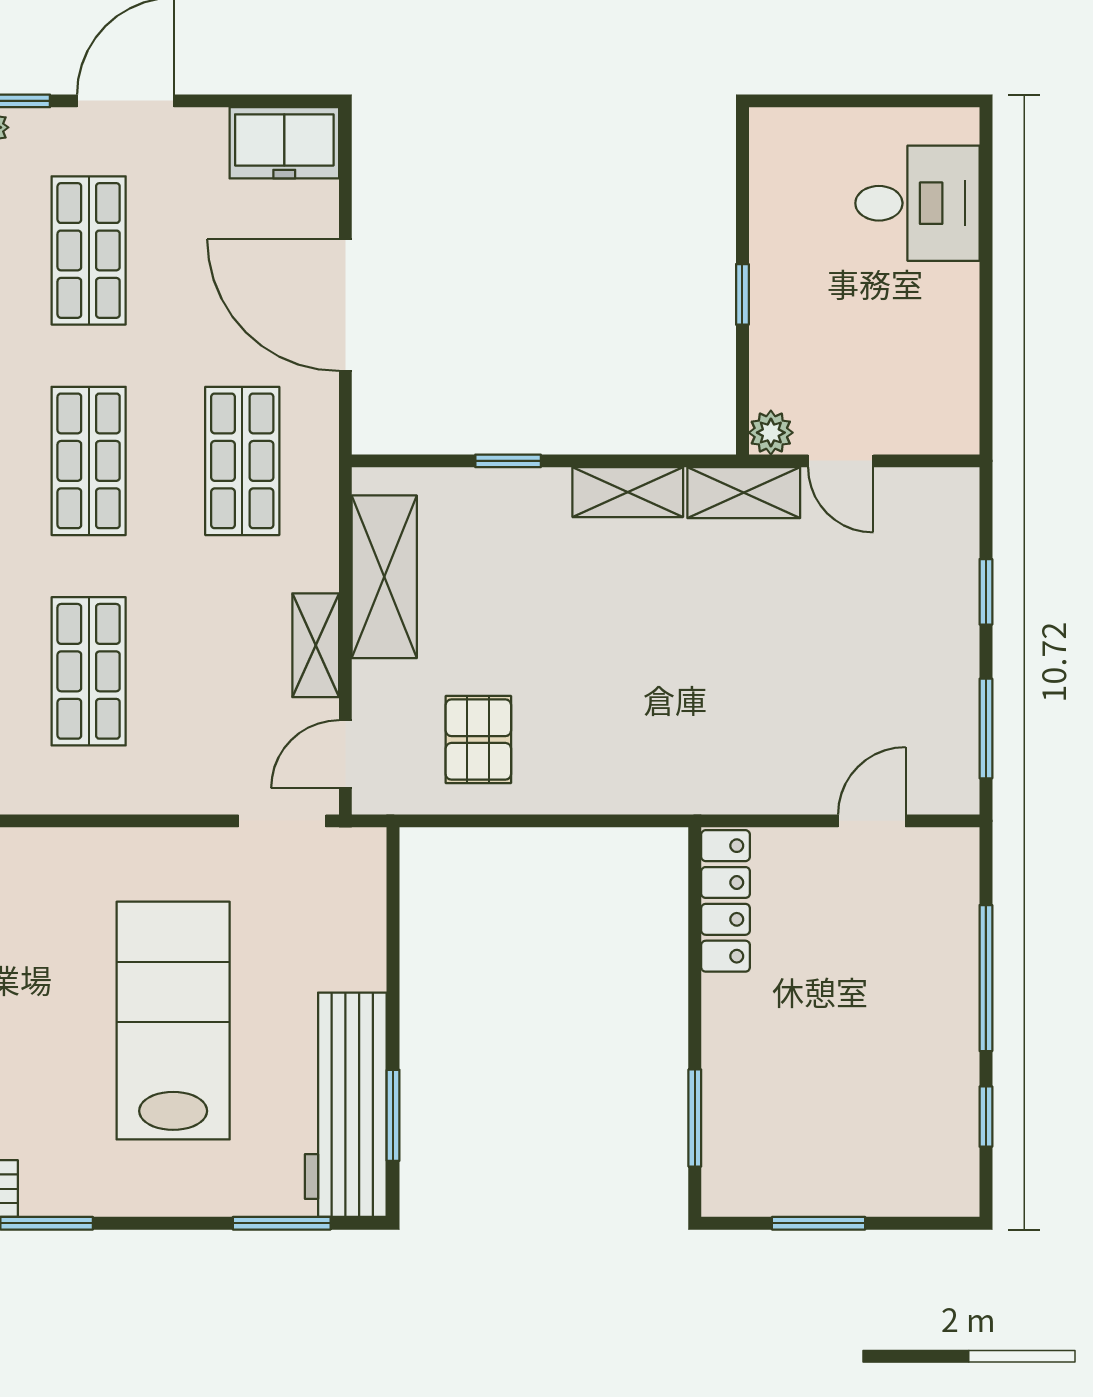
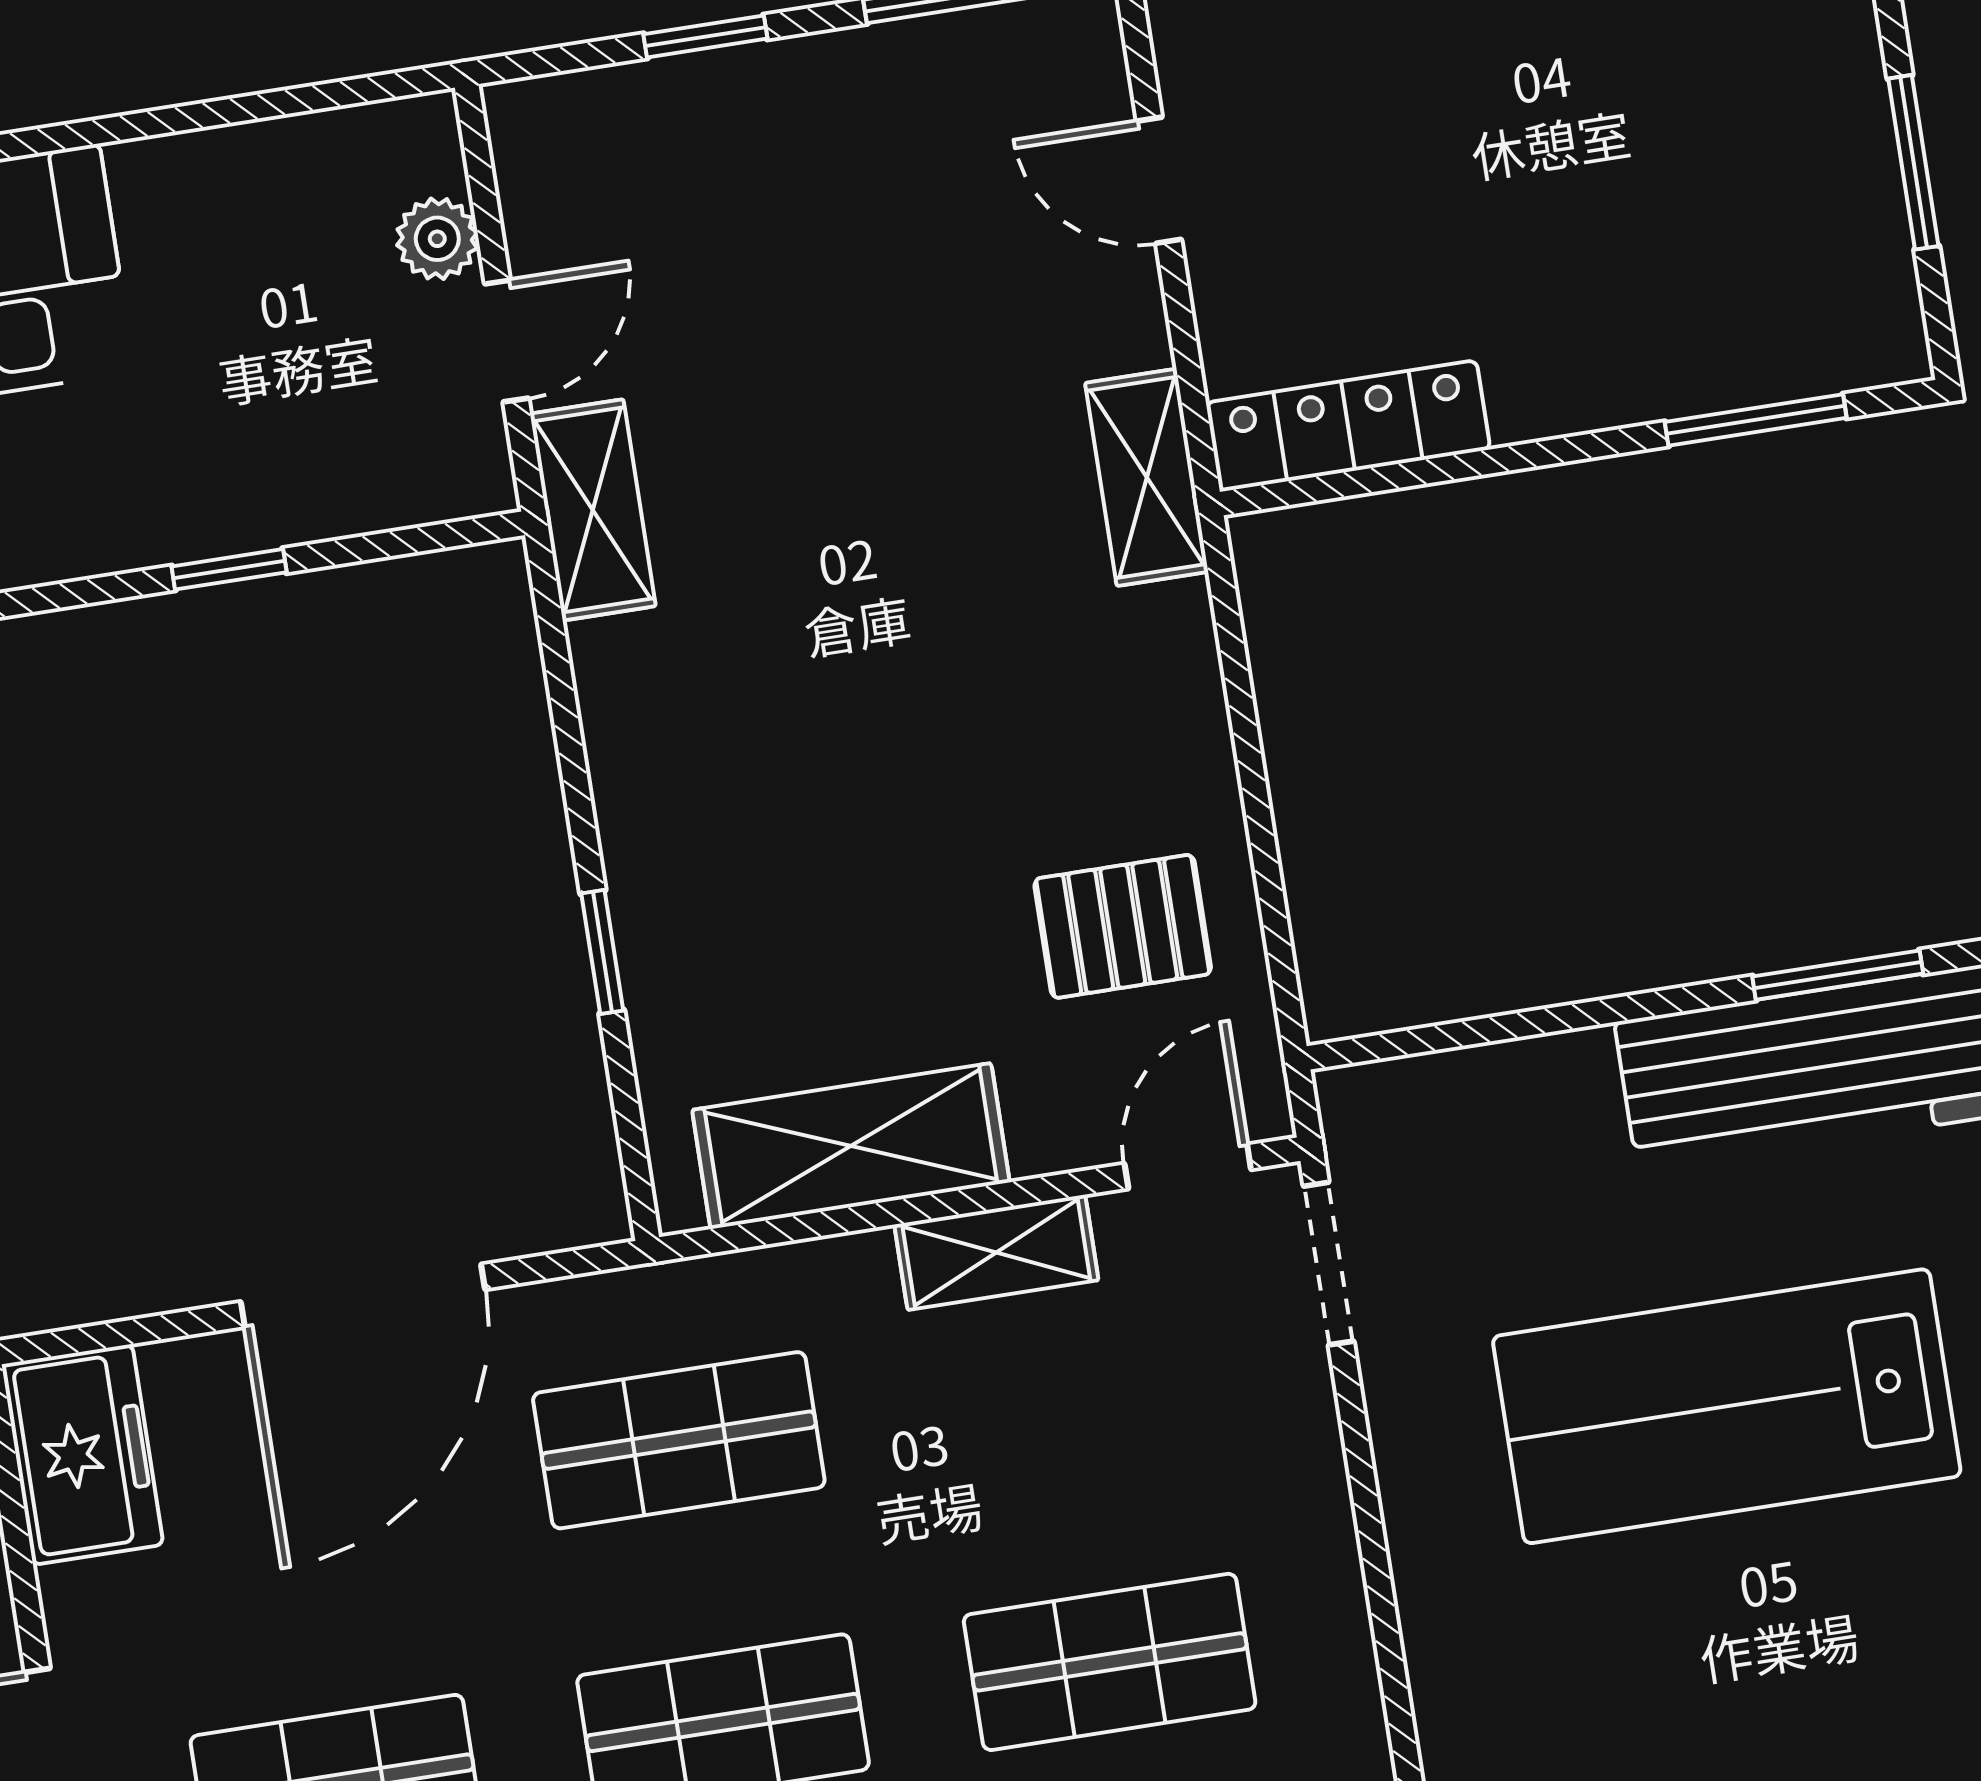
plant: (771, 433) -> (437, 239), moved
shelving: (628, 492) -> (1147, 477), moved
door: (345, 754) -> (1188, 1166), swing flipped

